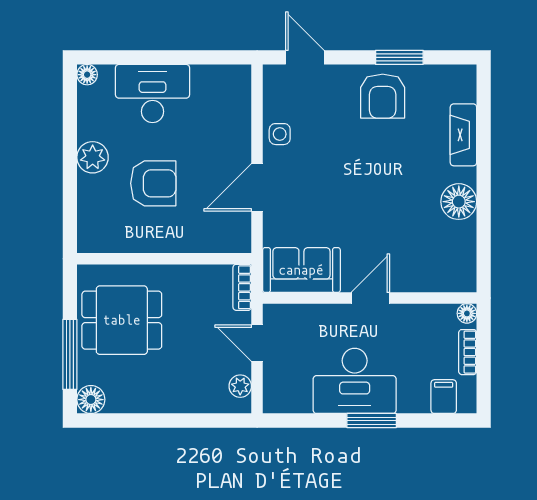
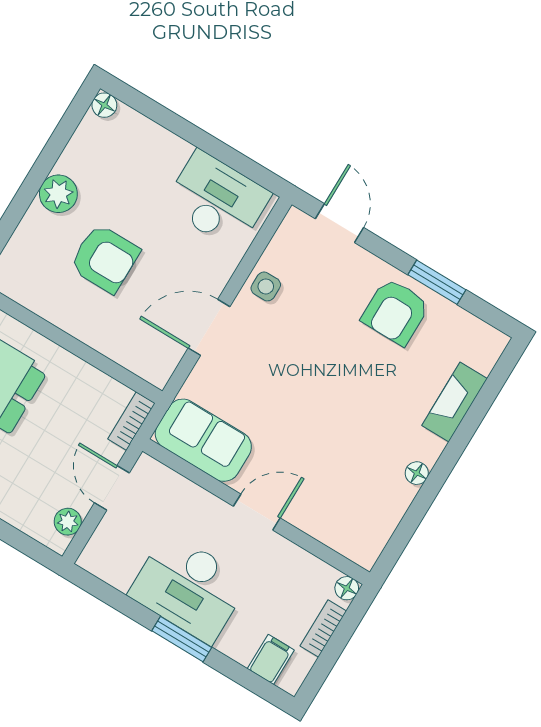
desk: (152, 93) -> (217, 200), moved
floor lamp: (459, 202) -> (417, 473), width x0.53, depth x0.53

